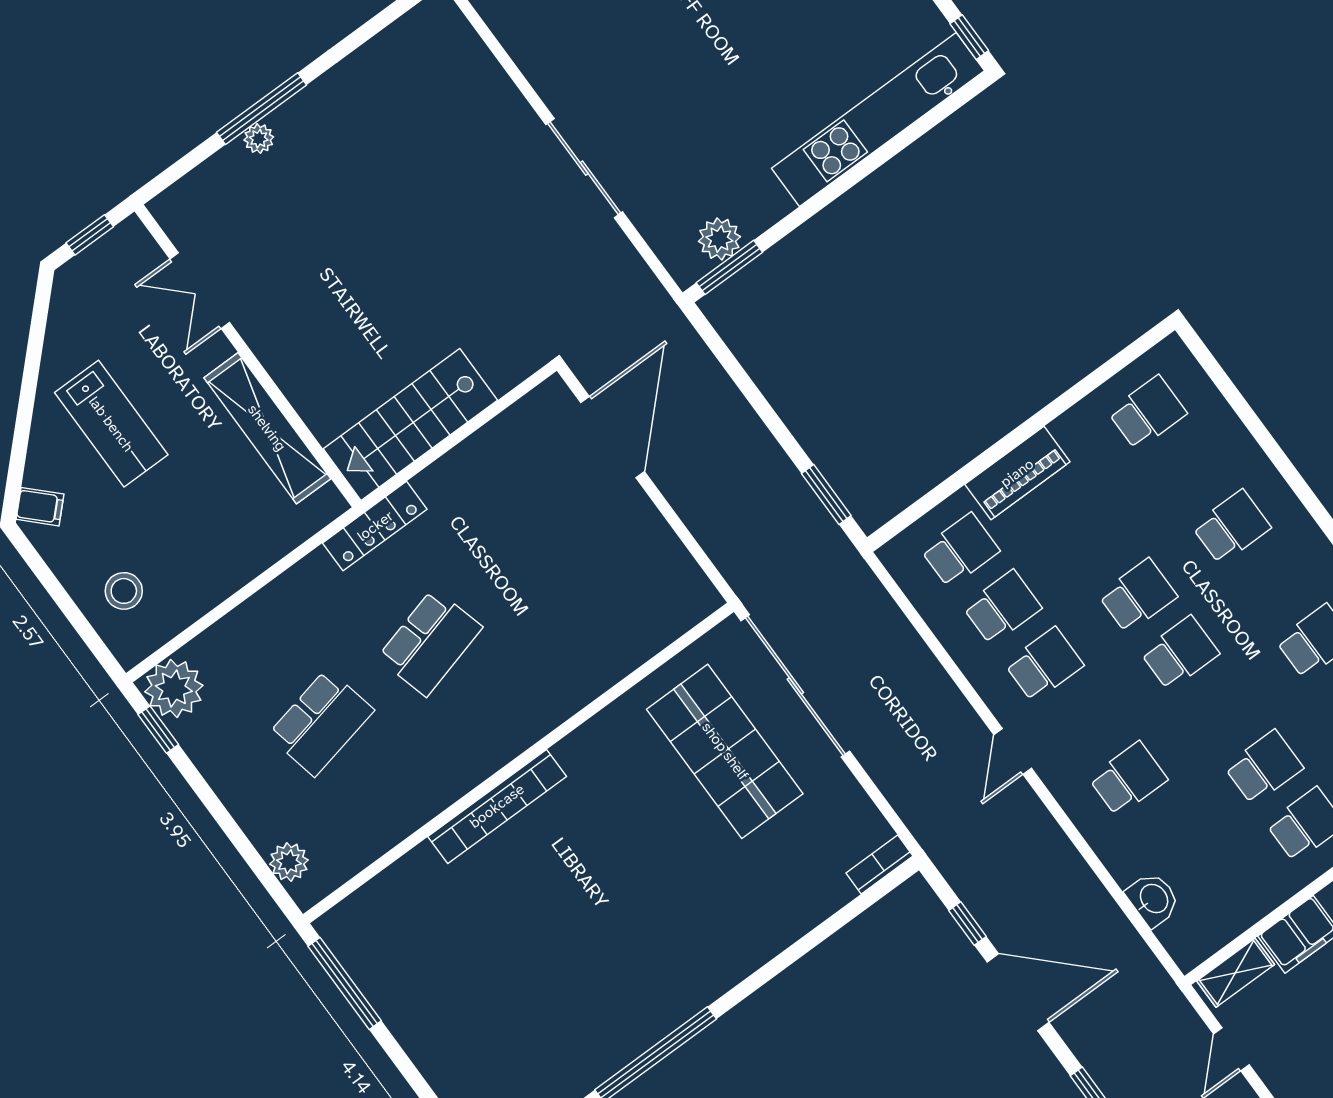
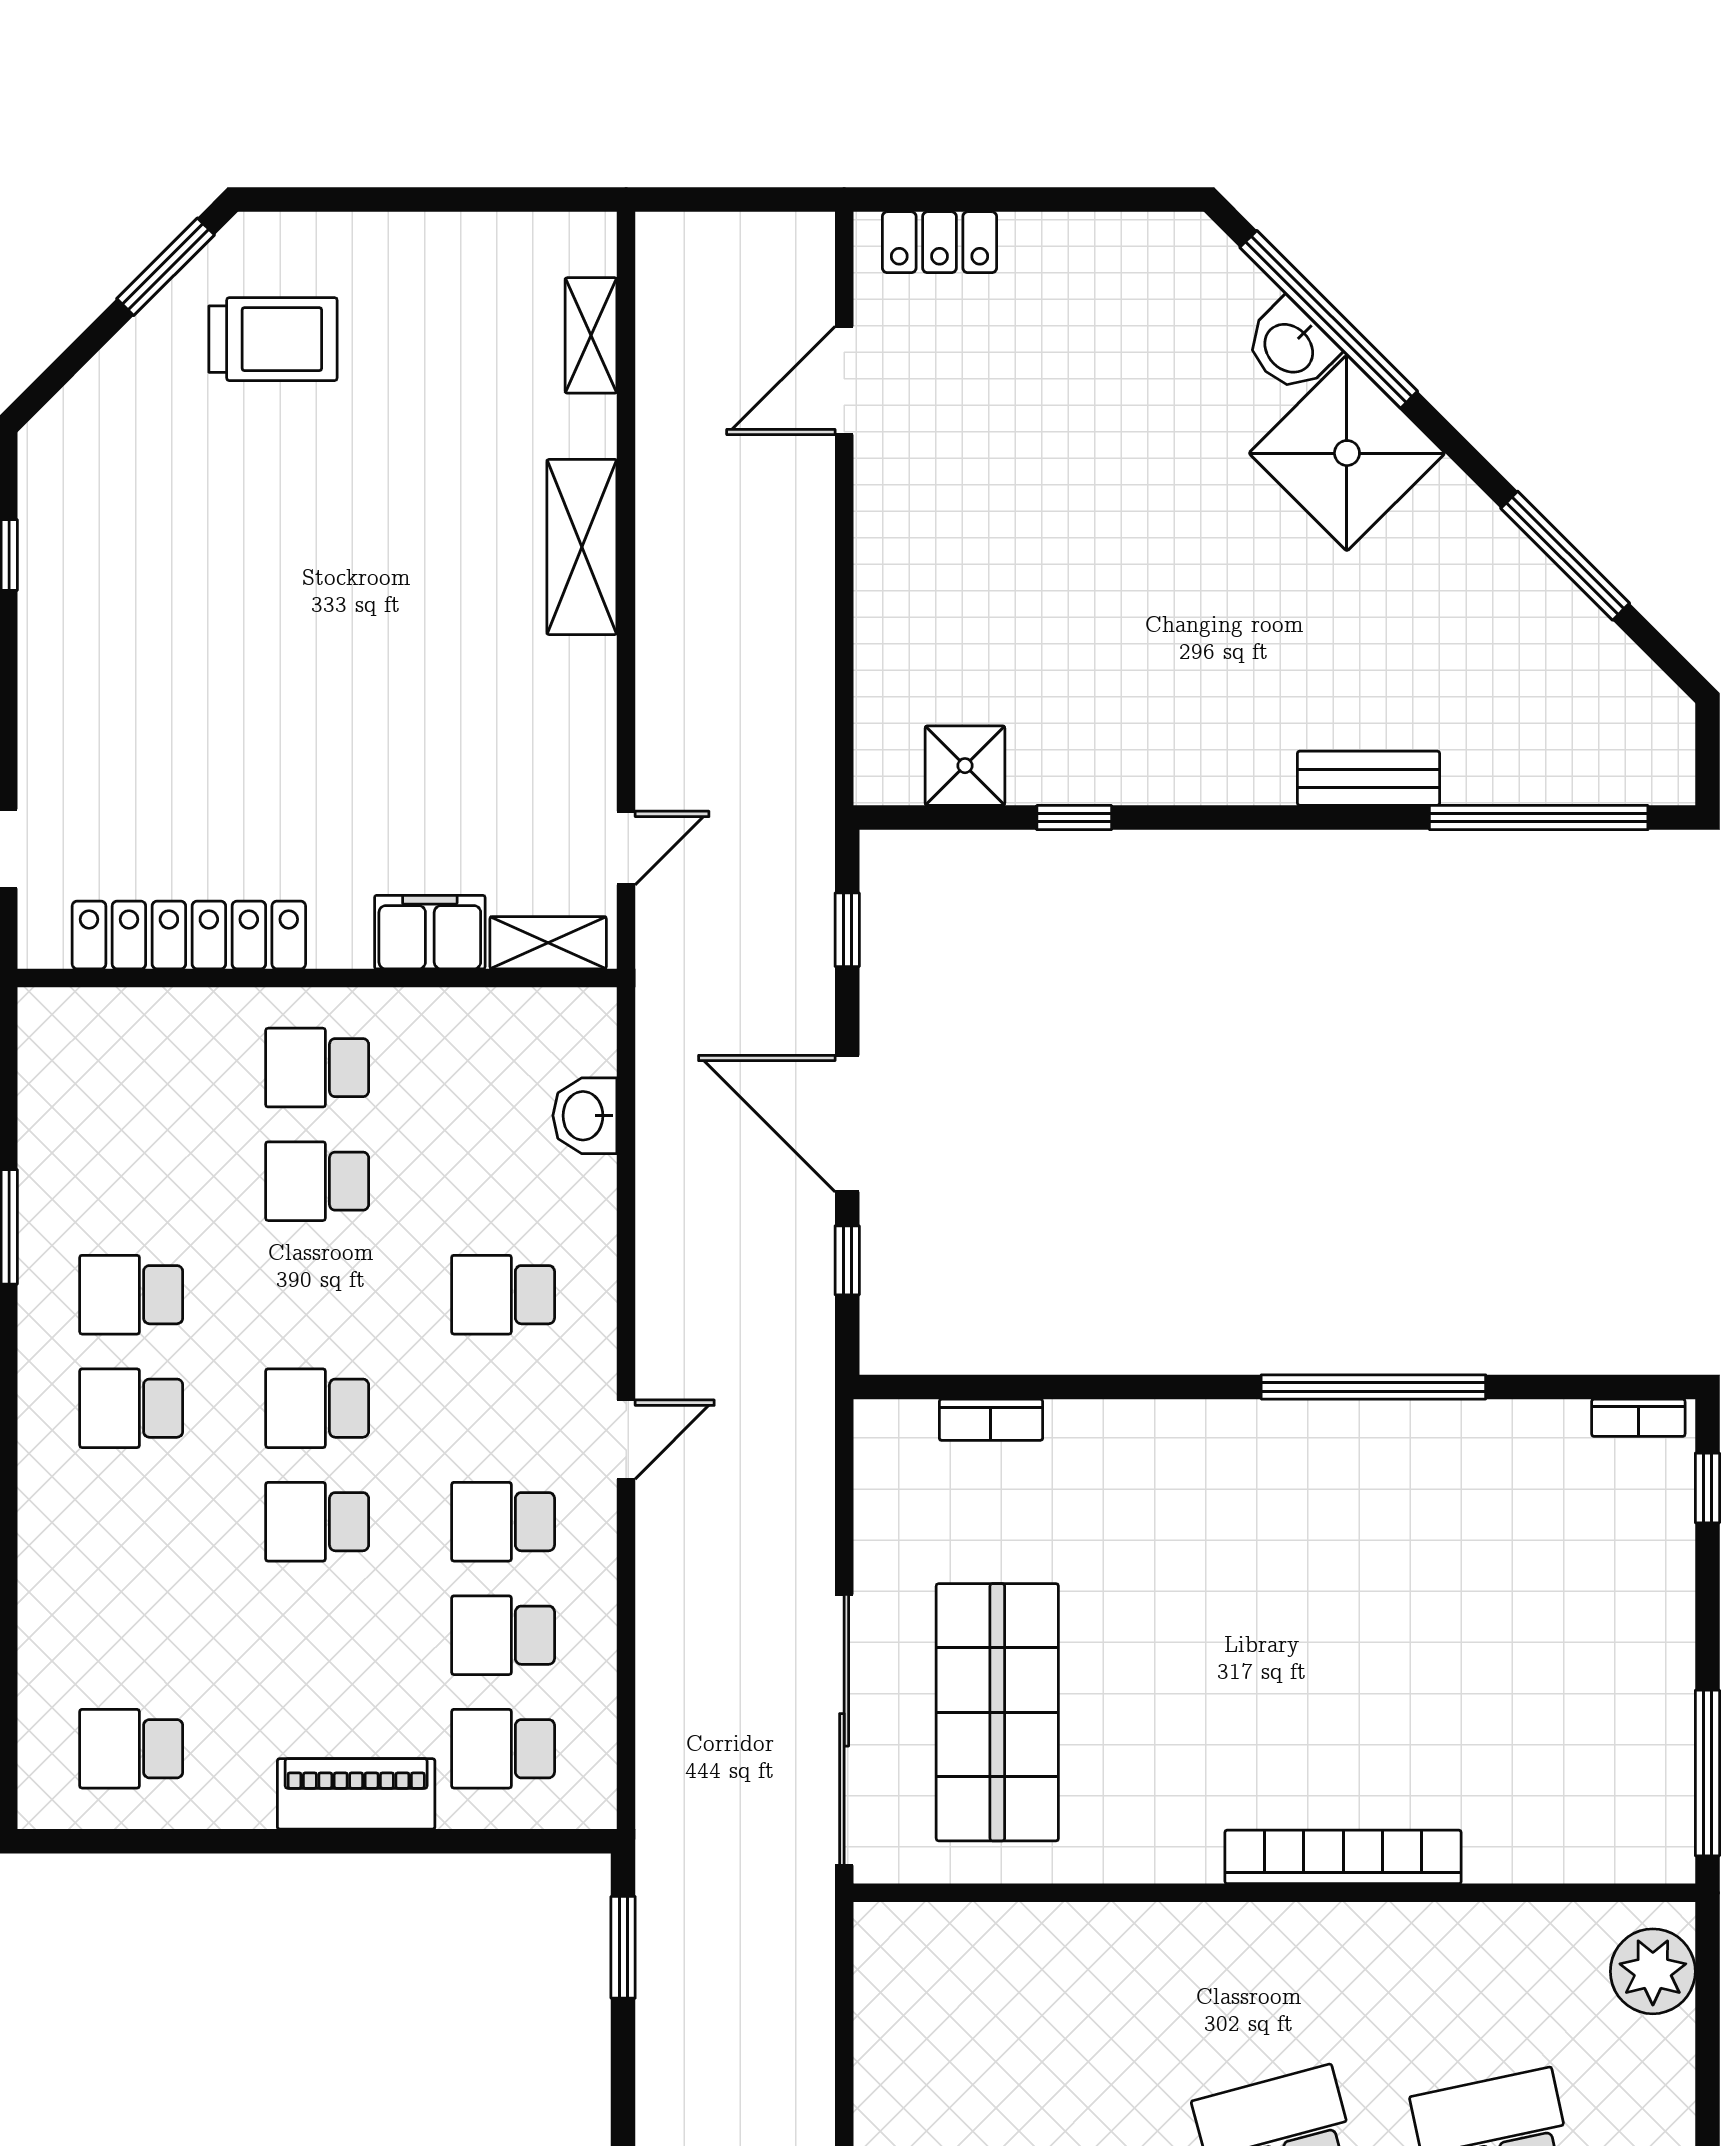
school desk: (1231, 527) -> (131, 1408), moved
plant: (289, 862) -> (1653, 1971), width x1.36, depth x1.36
bookcase: (879, 865) -> (991, 1420), moved

